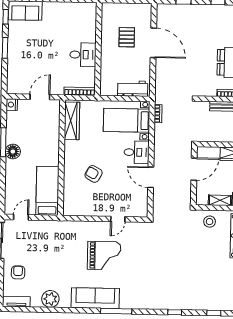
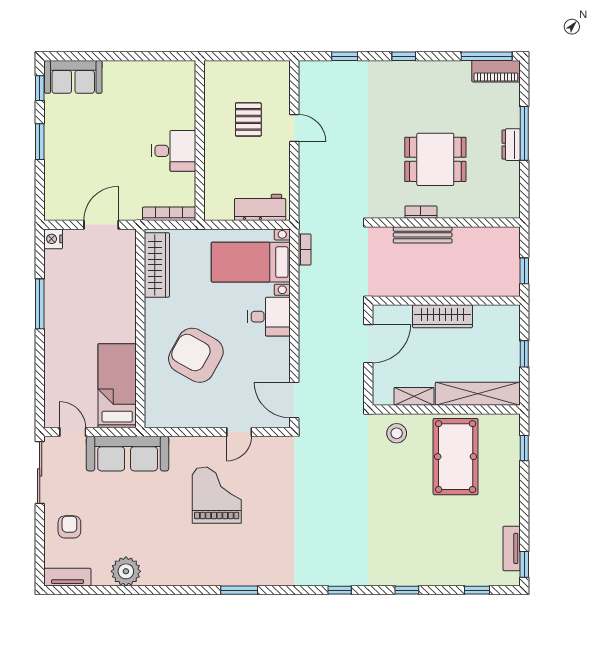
door: (153, 43) -> (294, 128), width x0.53
floor lamp: (13, 152) -> (57, 319), removed
armchair: (94, 174) -> (196, 355), width x1.88, depth x1.88
door: (151, 177) -> (294, 400), moved
door: (21, 217) -> (73, 432), hinge flipped
grand piano: (104, 256) -> (217, 495), turned -90
sofa: (95, 298) -> (128, 454), moved, turned 180
window: (116, 311) -> (239, 590), width x0.69

